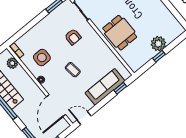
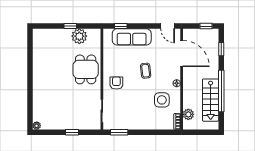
armchair: (73, 37) -> (116, 83), moved
plant: (158, 44) -> (79, 36), moved
door: (56, 106) -> (182, 54), hinge flipped

